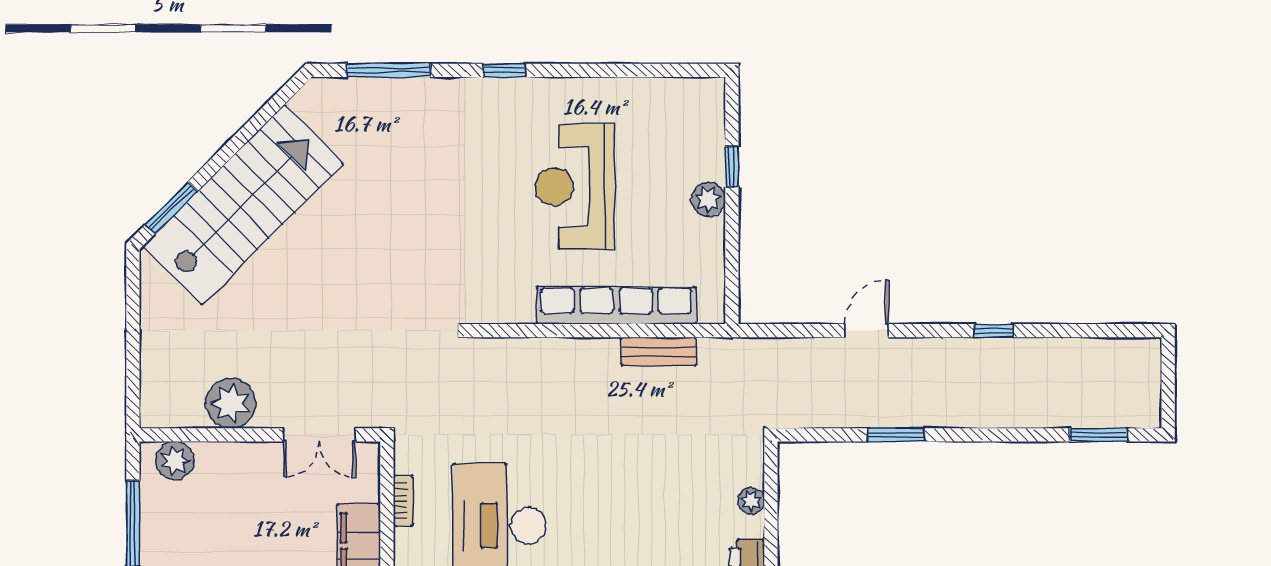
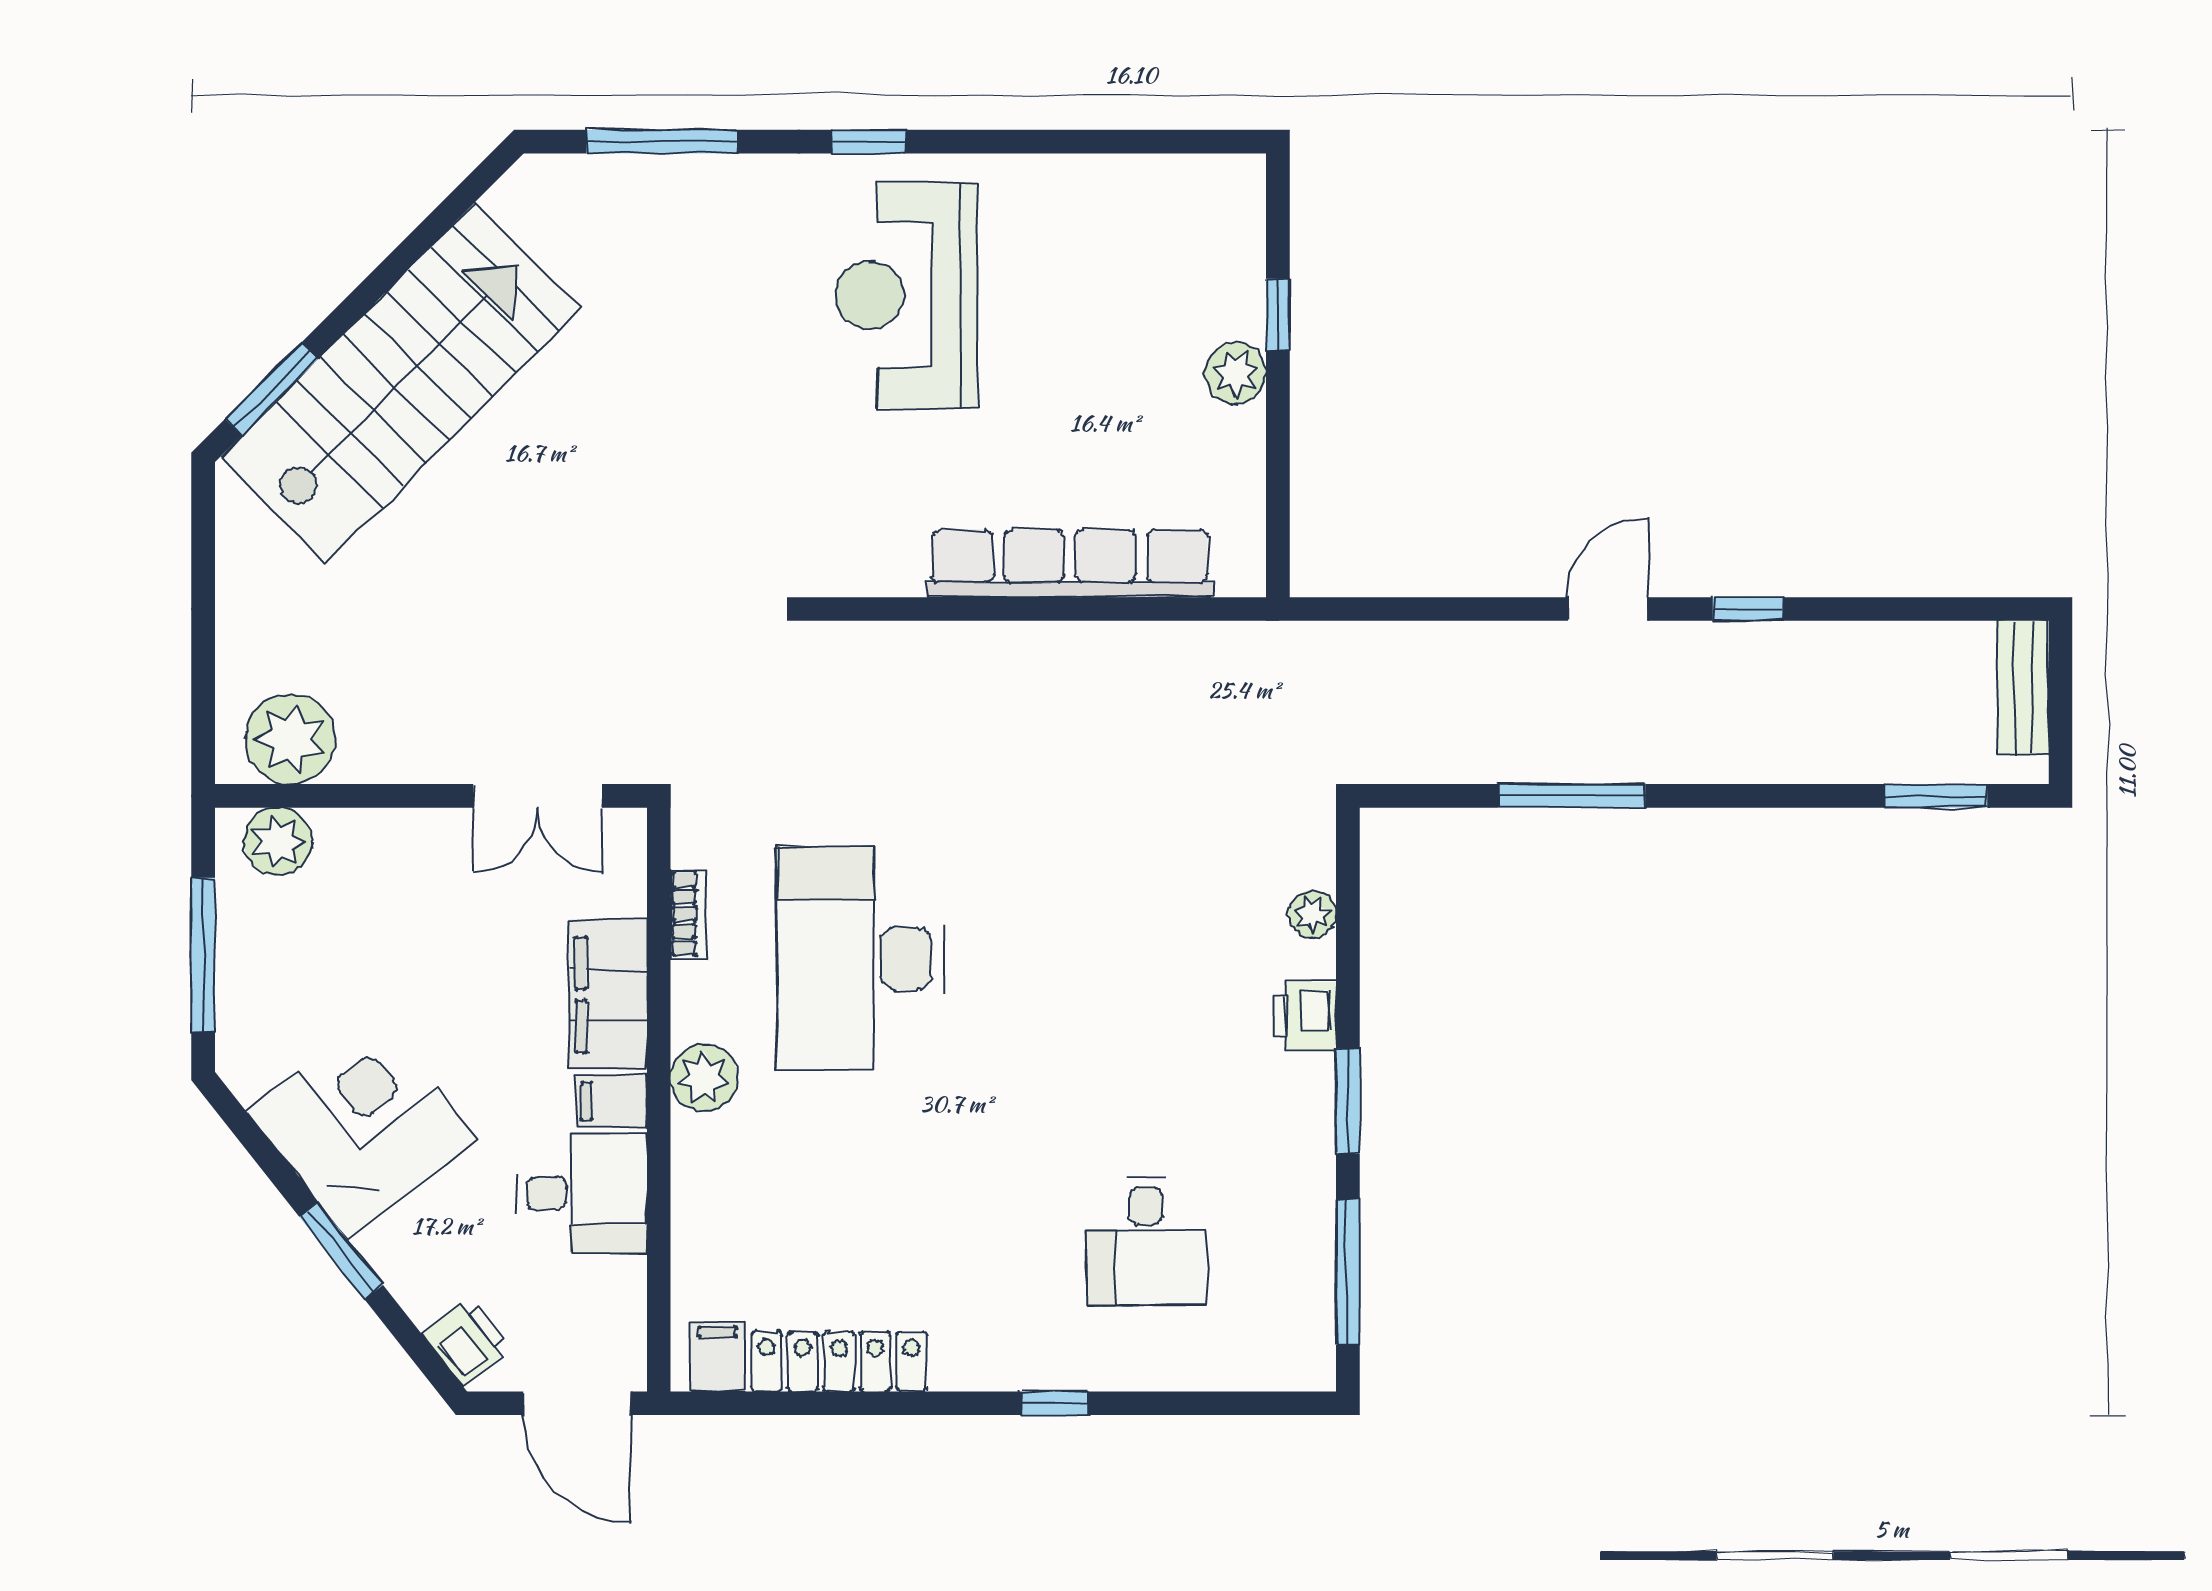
reception desk: (575, 187) -> (906, 295), moved
door: (866, 331) -> (1608, 609), moved
bench: (659, 352) -> (2023, 688), moved, turned 90
plant: (231, 403) -> (290, 739), moved
window: (896, 435) -> (1572, 796), width x1.44

